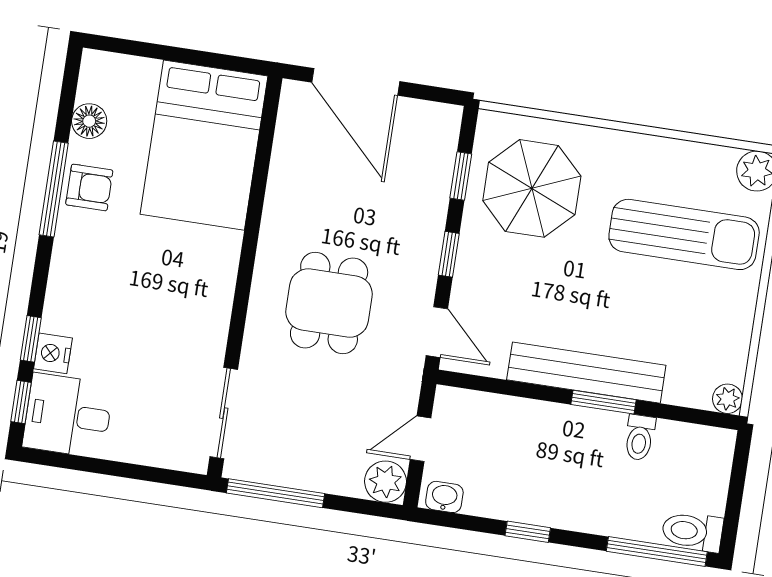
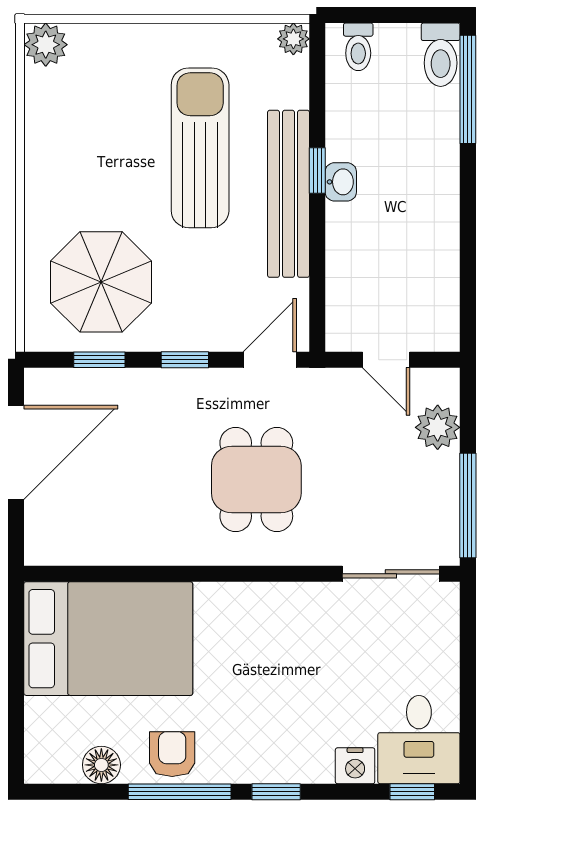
door: (356, 82) -> (16, 452), moved
sun lounger: (684, 234) -> (200, 148), moved
dining table: (329, 303) -> (256, 479), turned 90
window: (31, 339) -> (276, 792), moved
window: (603, 402) -> (317, 171), width x0.67
toilet: (640, 438) -> (358, 47), moved, turned 90
plant: (386, 482) -> (438, 427), moved
washbasin: (444, 497) -> (341, 182), moved, turned 180
window: (528, 532) -> (468, 230), removed

